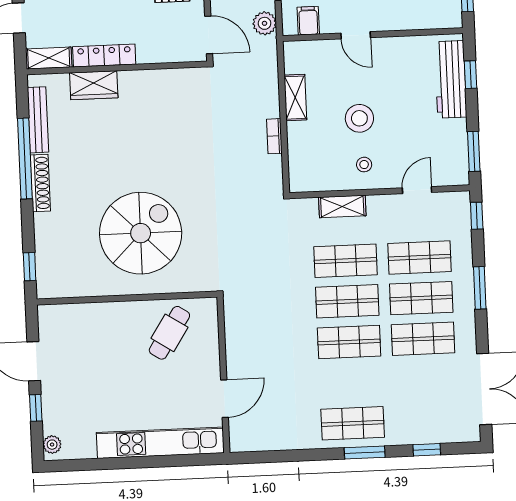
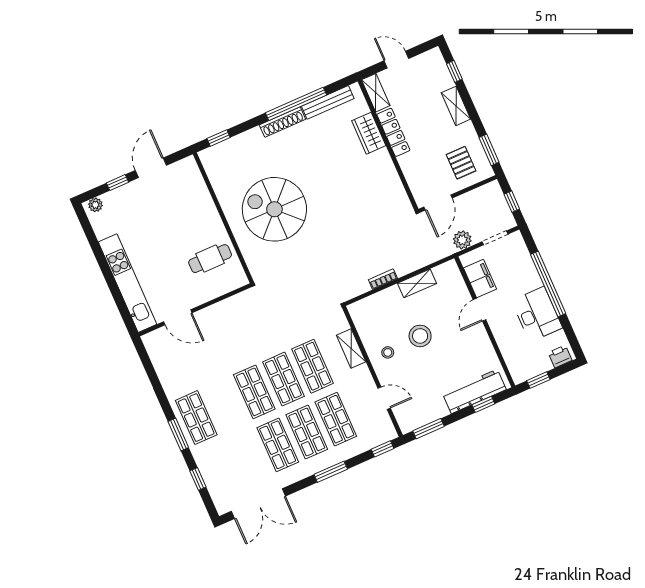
filing cabinet: (308, 21) -> (480, 279), width x2.00
spiral stairs: (141, 233) -> (274, 209), turned 180
cafe table: (169, 333) -> (210, 259), turned -33

